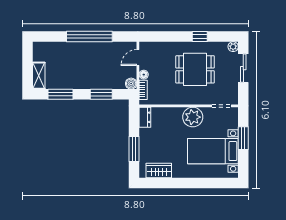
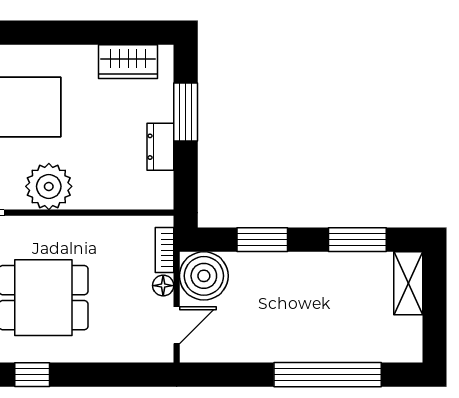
window: (89, 36) -> (328, 375), moved
boiler: (131, 84) -> (204, 276), width x1.86, depth x1.86
dresser: (145, 117) -> (160, 147), moved

